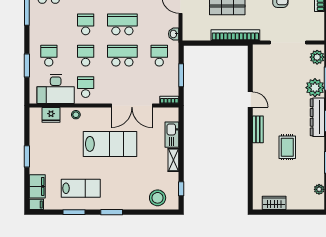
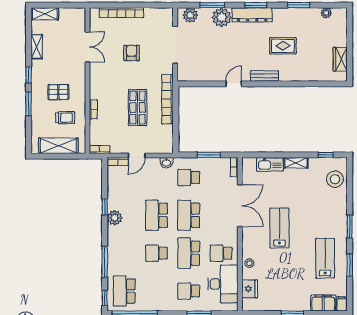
school desk: (86, 56) -> (189, 253), width x1.85
lab bench: (110, 144) -> (279, 228), width x0.73, depth x0.72

